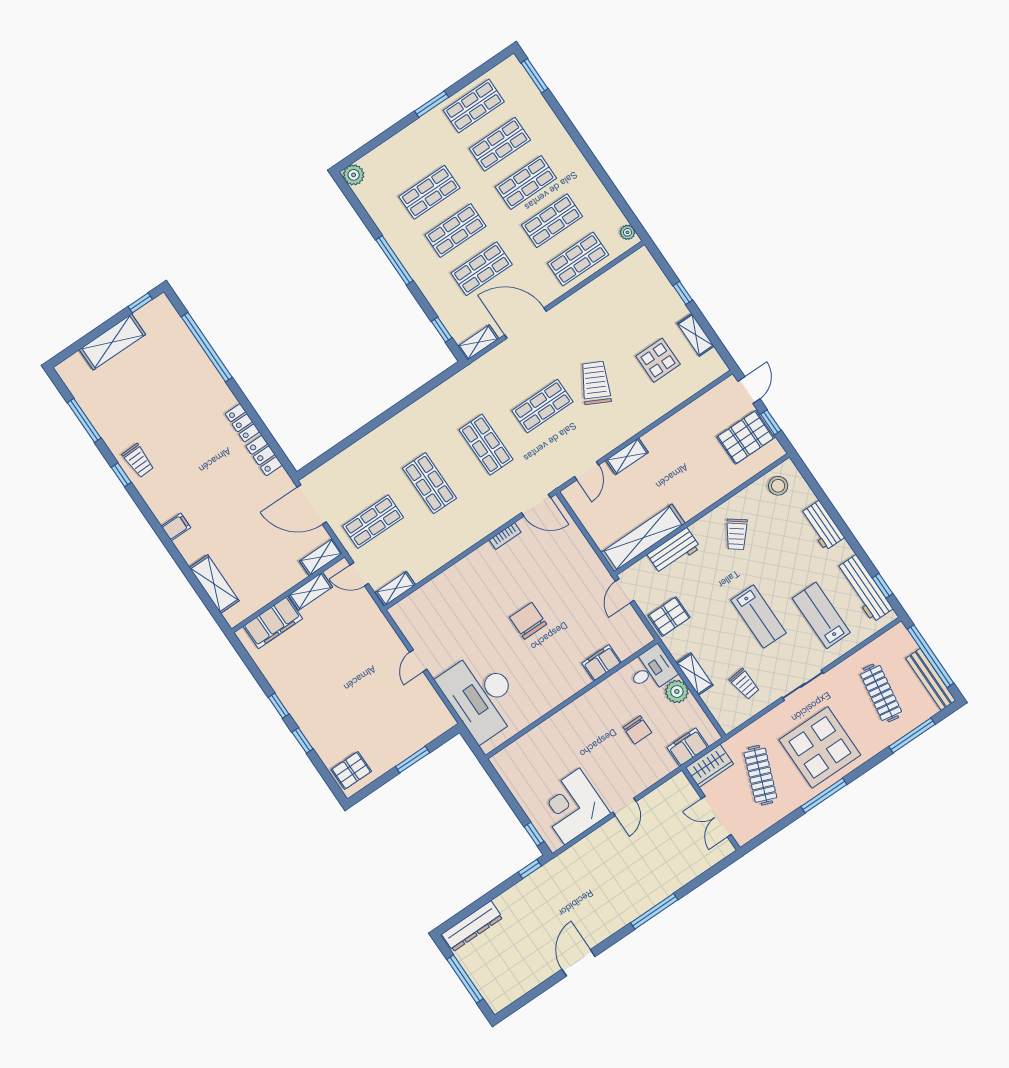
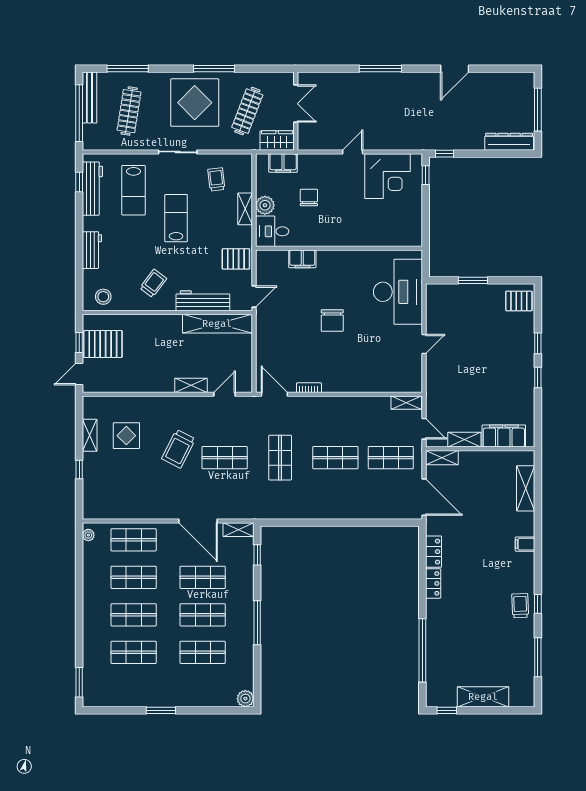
shop shelf: (474, 106) -> (134, 690), removed
shop shelf: (429, 483) -> (335, 458), turned 90
workbench: (674, 551) -> (203, 301), width x1.38

